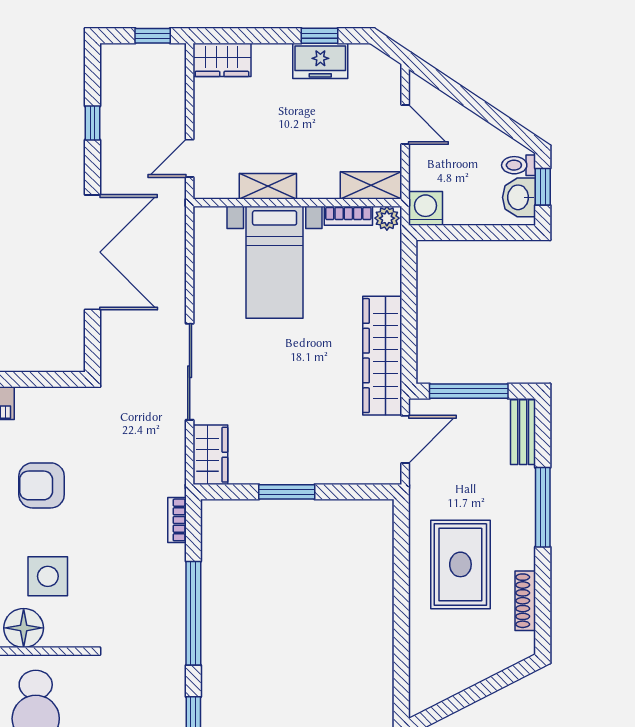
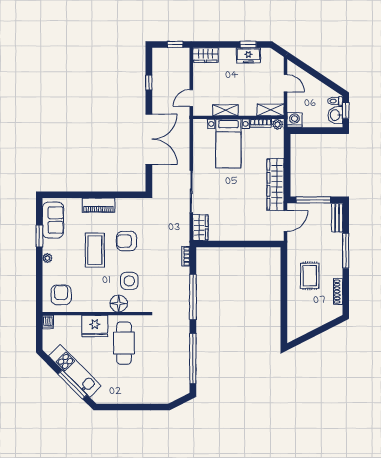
window: (287, 492) -> (234, 244), removed
rug: (460, 564) -> (310, 276), width x0.73, depth x0.70

